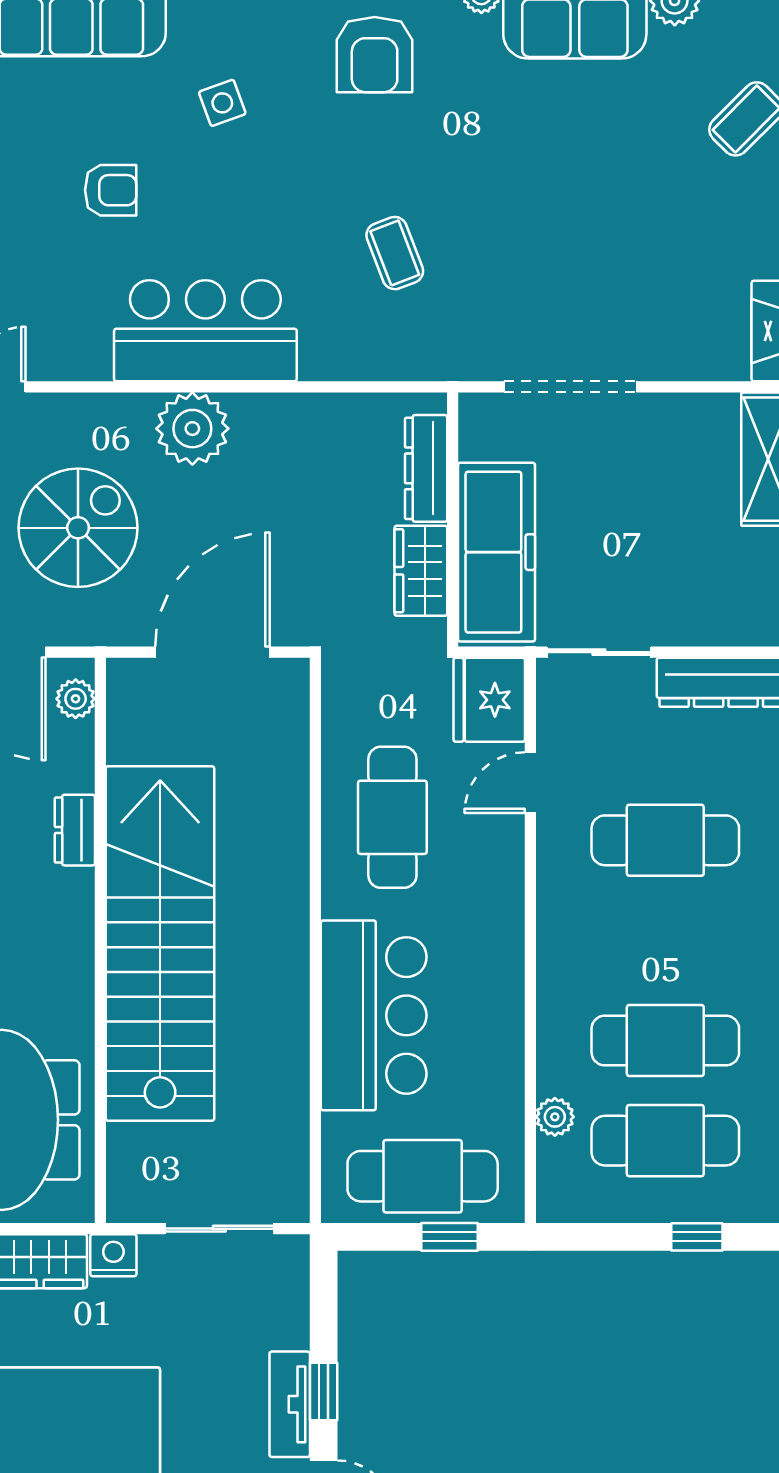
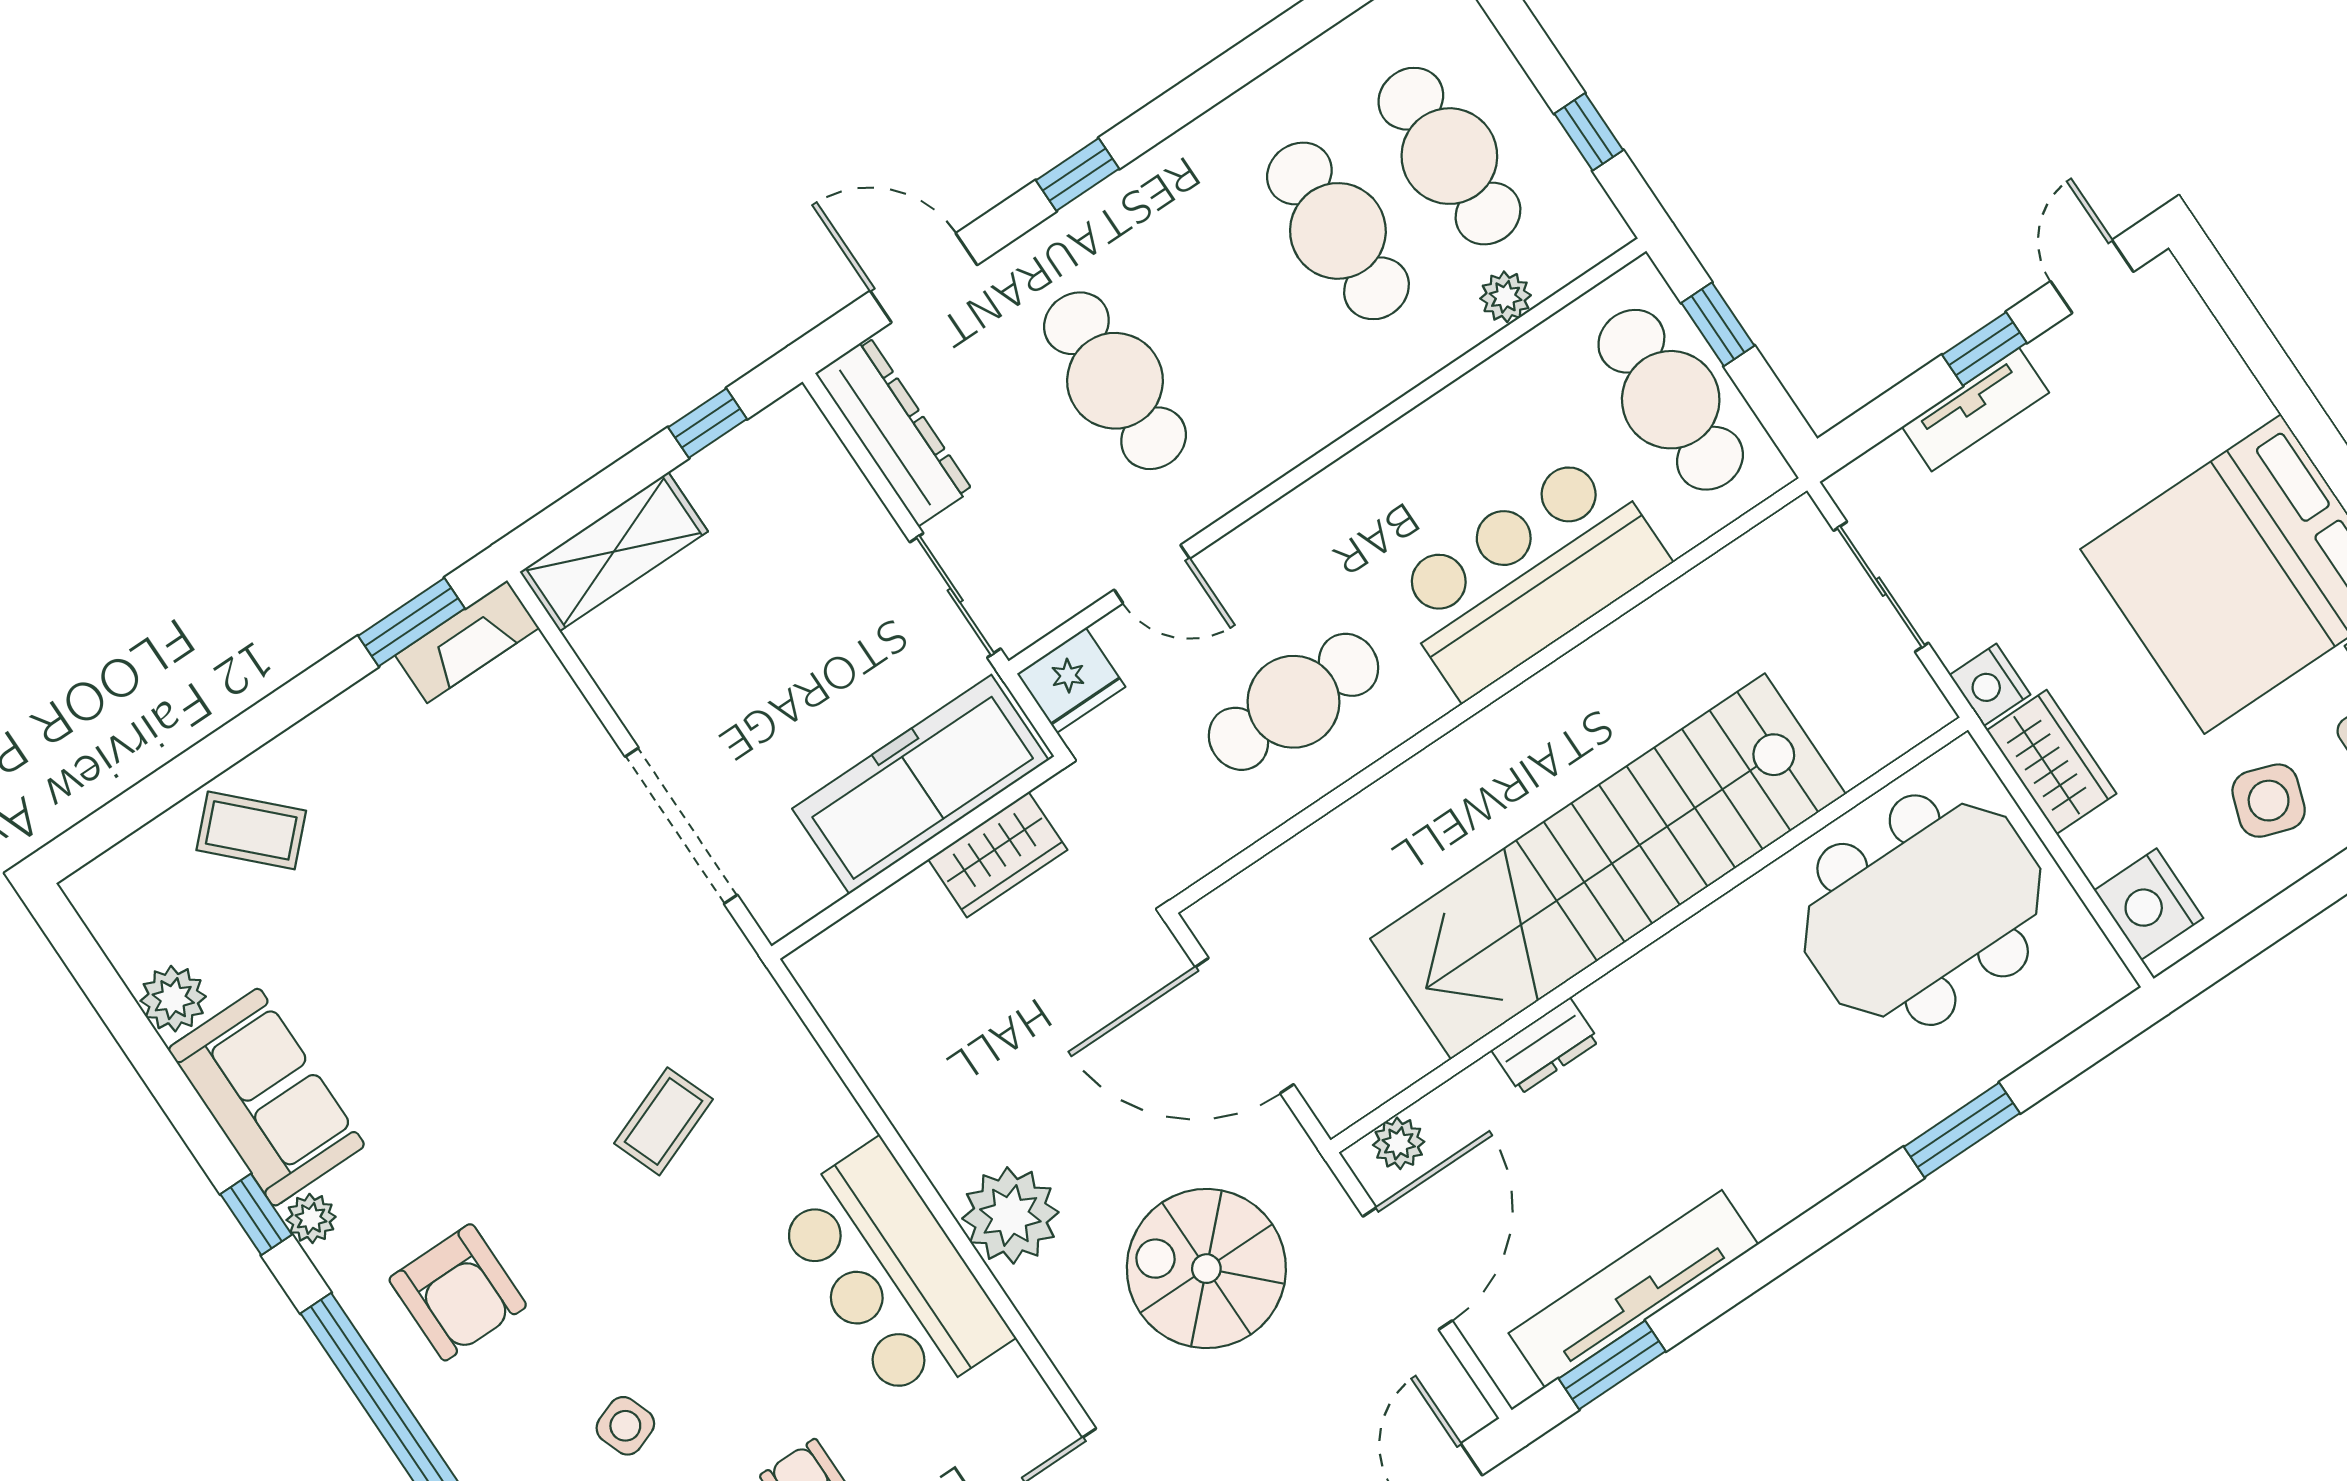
armchair: (375, 55) -> (458, 1292), turned 90
dresser: (426, 468) -> (880, 925), removed
fridge: (489, 700) -> (1071, 680), width x0.73, depth x0.75
window: (697, 1237) -> (1589, 132), moved
tv unit: (290, 1404) -> (1975, 410), moved

